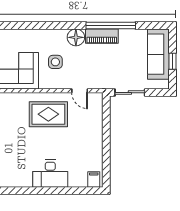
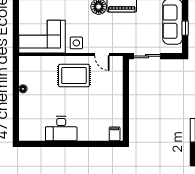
side table: (55, 62) -> (76, 43), moved
desk: (50, 174) -> (61, 129), moved

